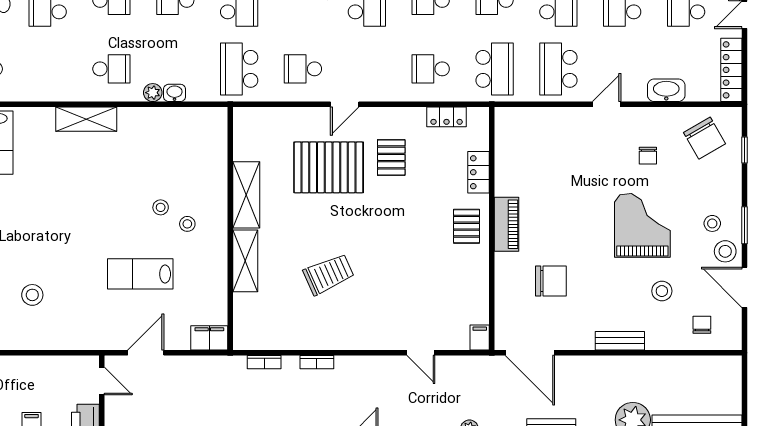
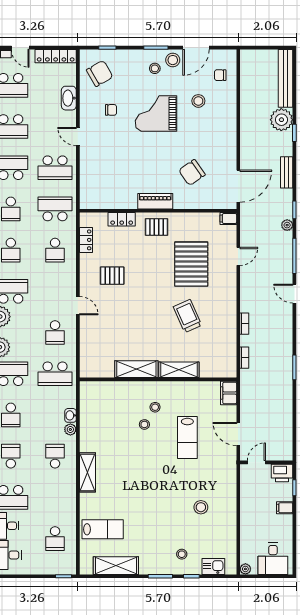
pallet: (329, 167) -> (191, 264), moved
chair: (551, 281) -> (192, 173), turned -125
bench: (620, 341) -> (230, 128), removed

